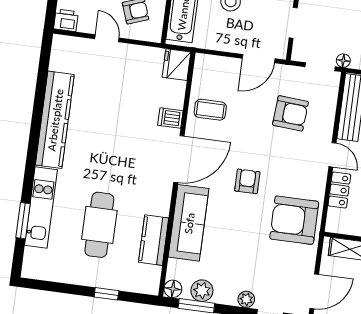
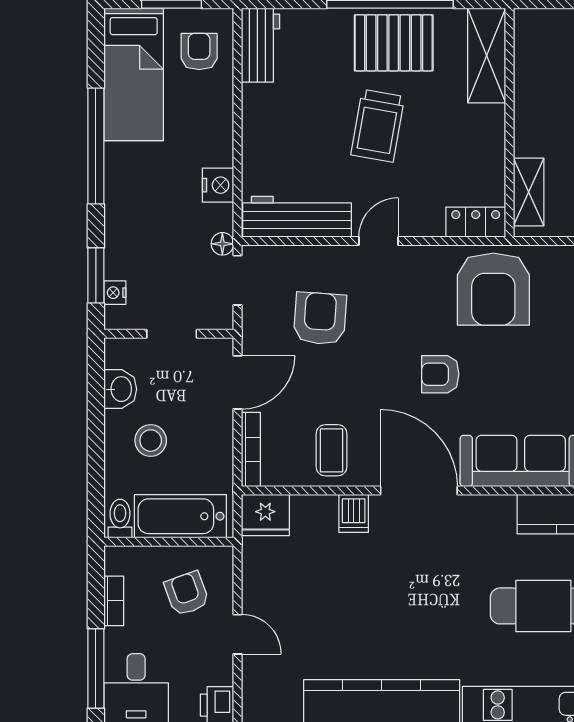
door: (107, 38) -> (238, 634), swing flipped
door: (259, 59) -> (238, 382), hinge flipped
bookcase: (217, 61) -> (251, 449), added
locker: (339, 190) -> (476, 222), moved

